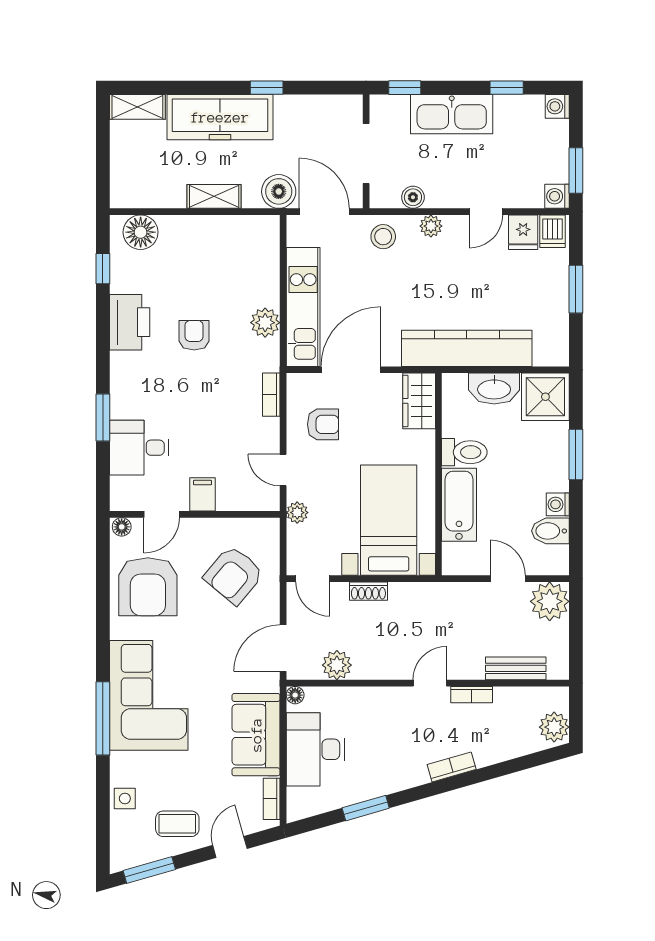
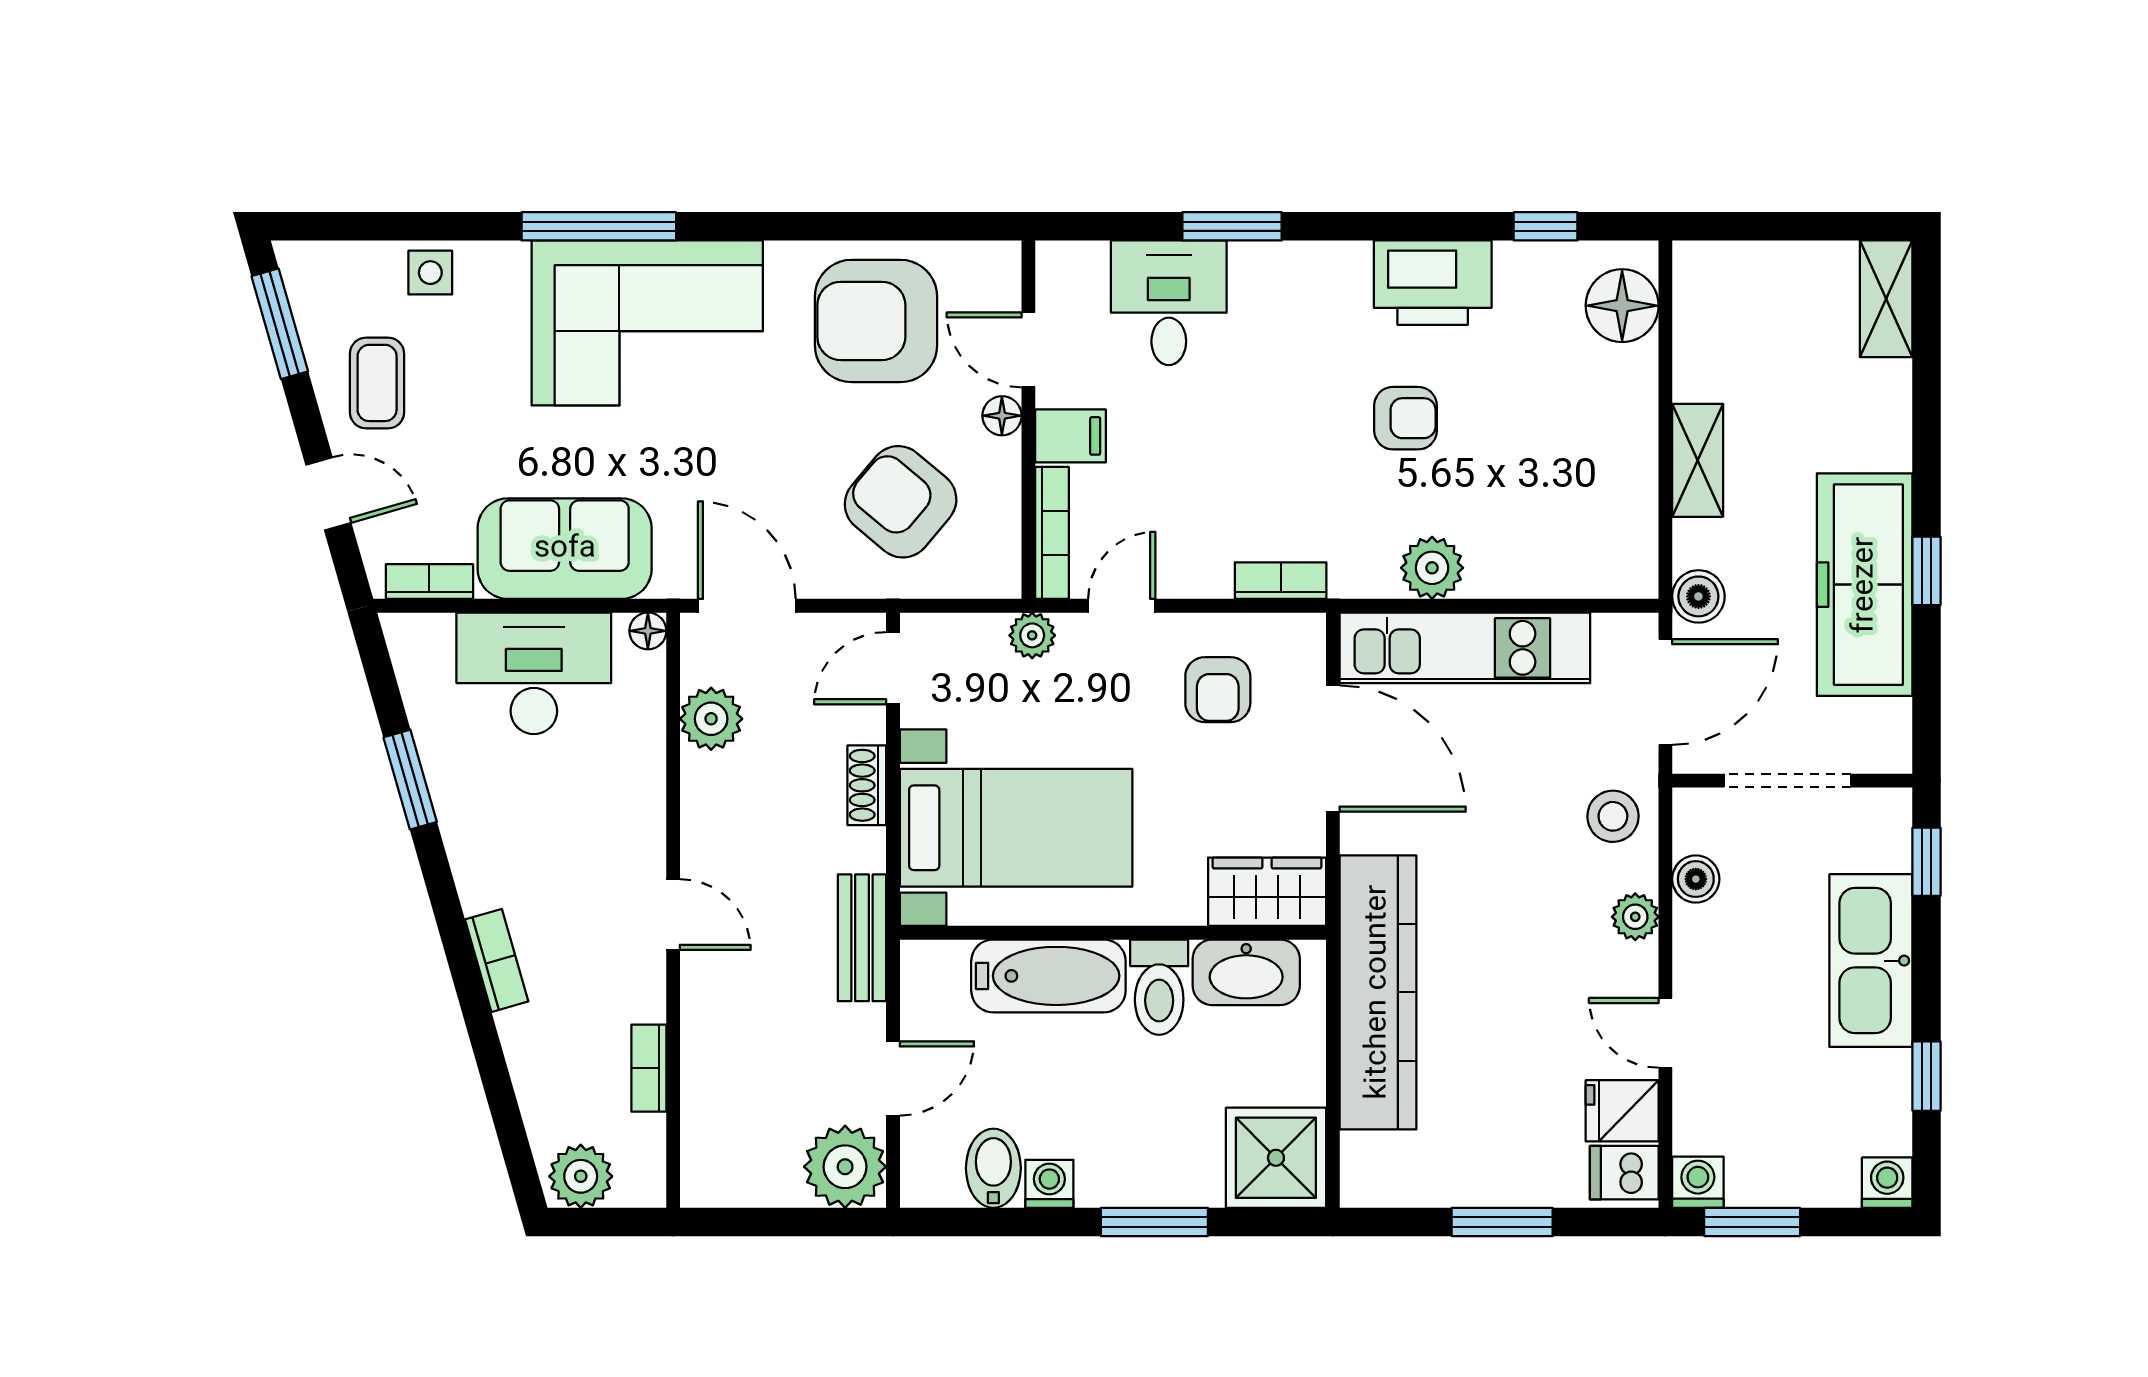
freezer: (220, 117) -> (1865, 585), moved
boiler: (279, 191) -> (1698, 596), width x0.73, depth x0.73
washbasin: (494, 388) -> (1246, 972), moved, turned -90
bookcase: (249, 503) -> (1052, 533), added
floor lamp: (122, 527) -> (1002, 416), moved
bench: (516, 668) -> (862, 938), moved
bookcase: (472, 695) -> (649, 1068), moved

